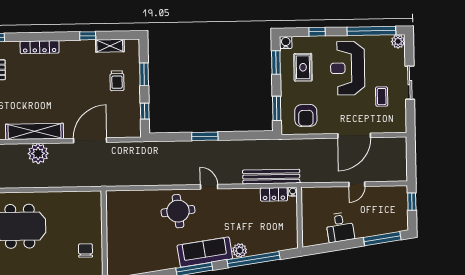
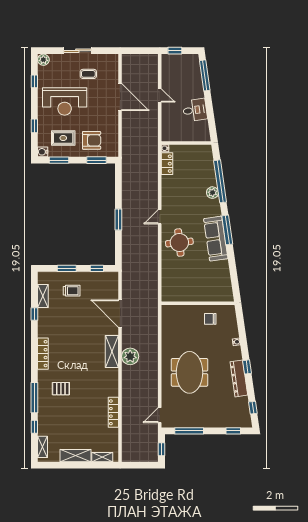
window: (371, 31) -> (34, 81), width x0.32
armchair: (306, 115) -> (92, 140), moved
shelving: (34, 131) -> (112, 352), width x0.68
bench: (271, 177) -> (152, 166), removed
sofa: (205, 252) -> (216, 239), moved

